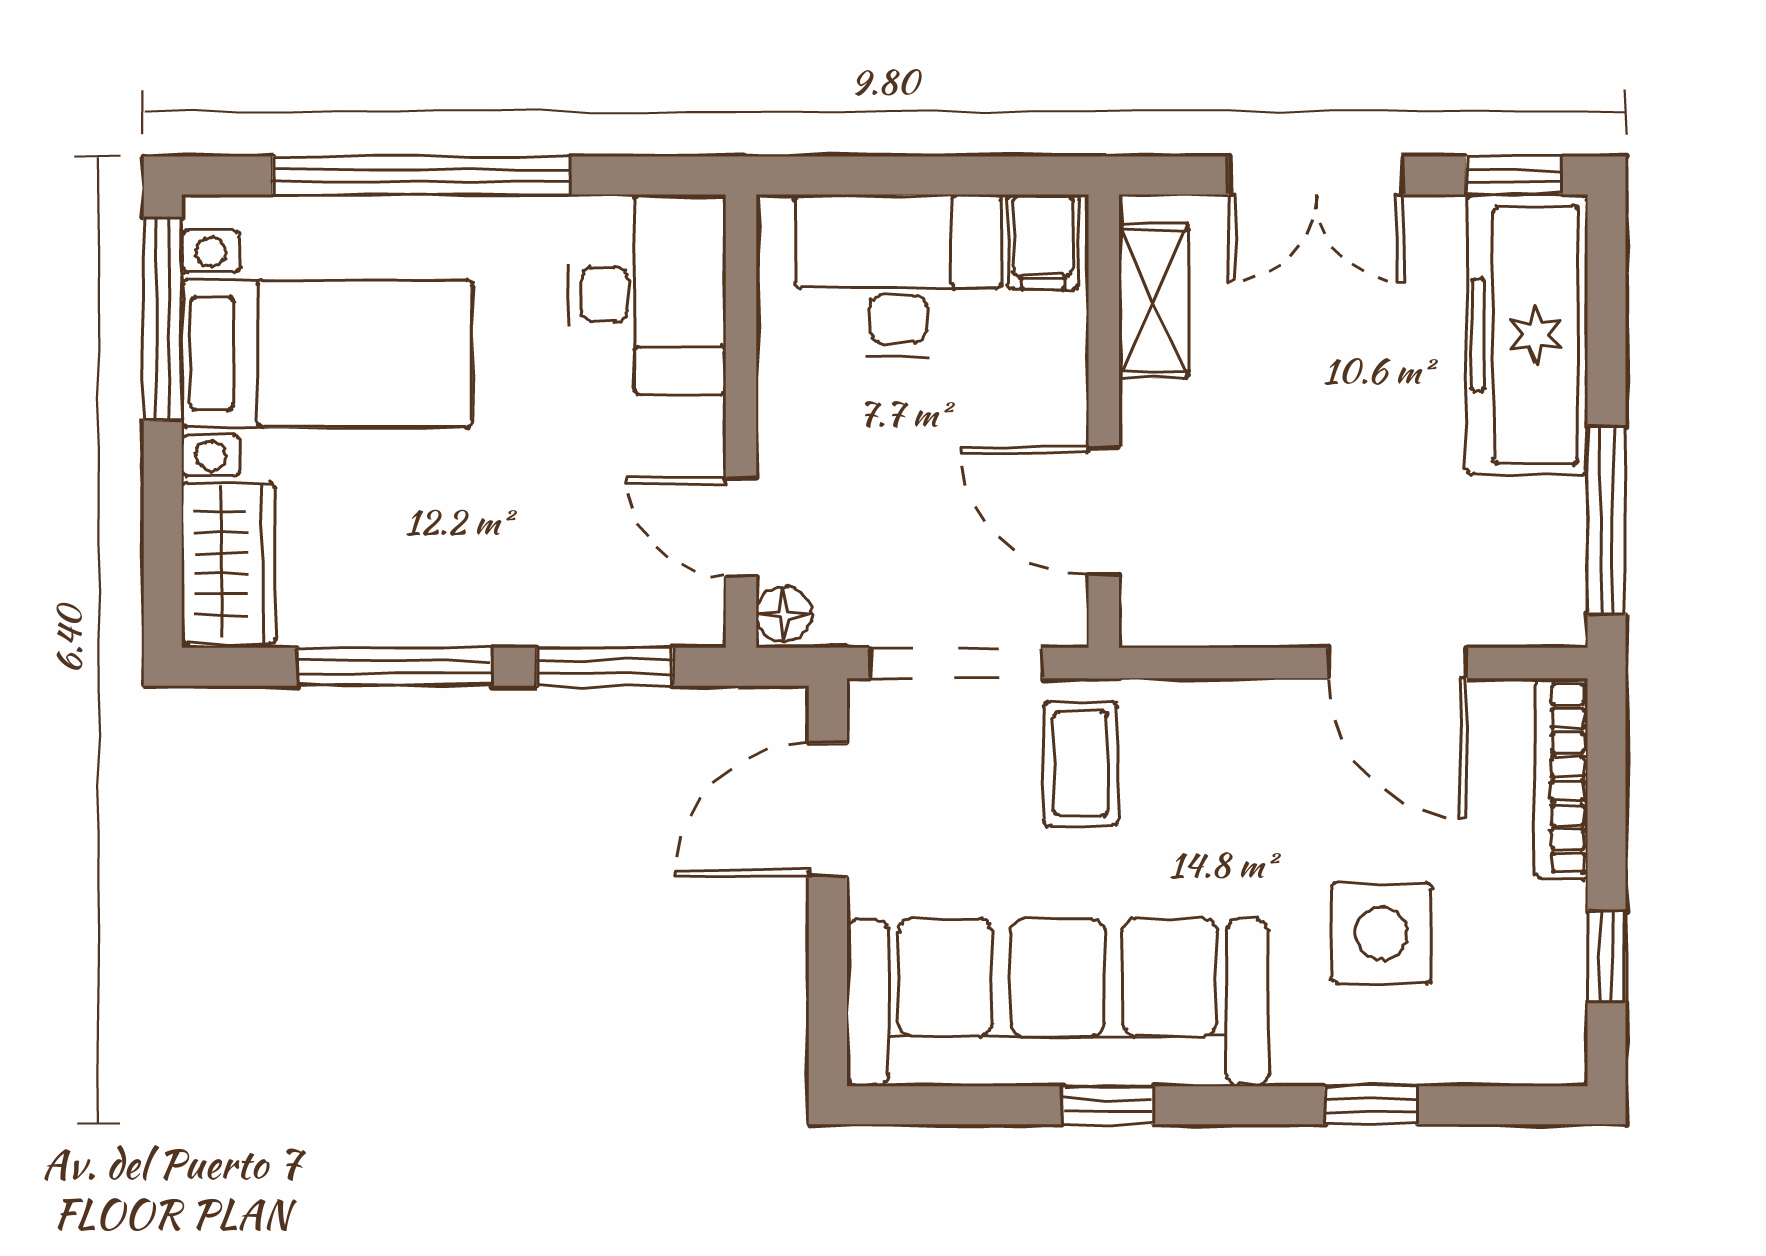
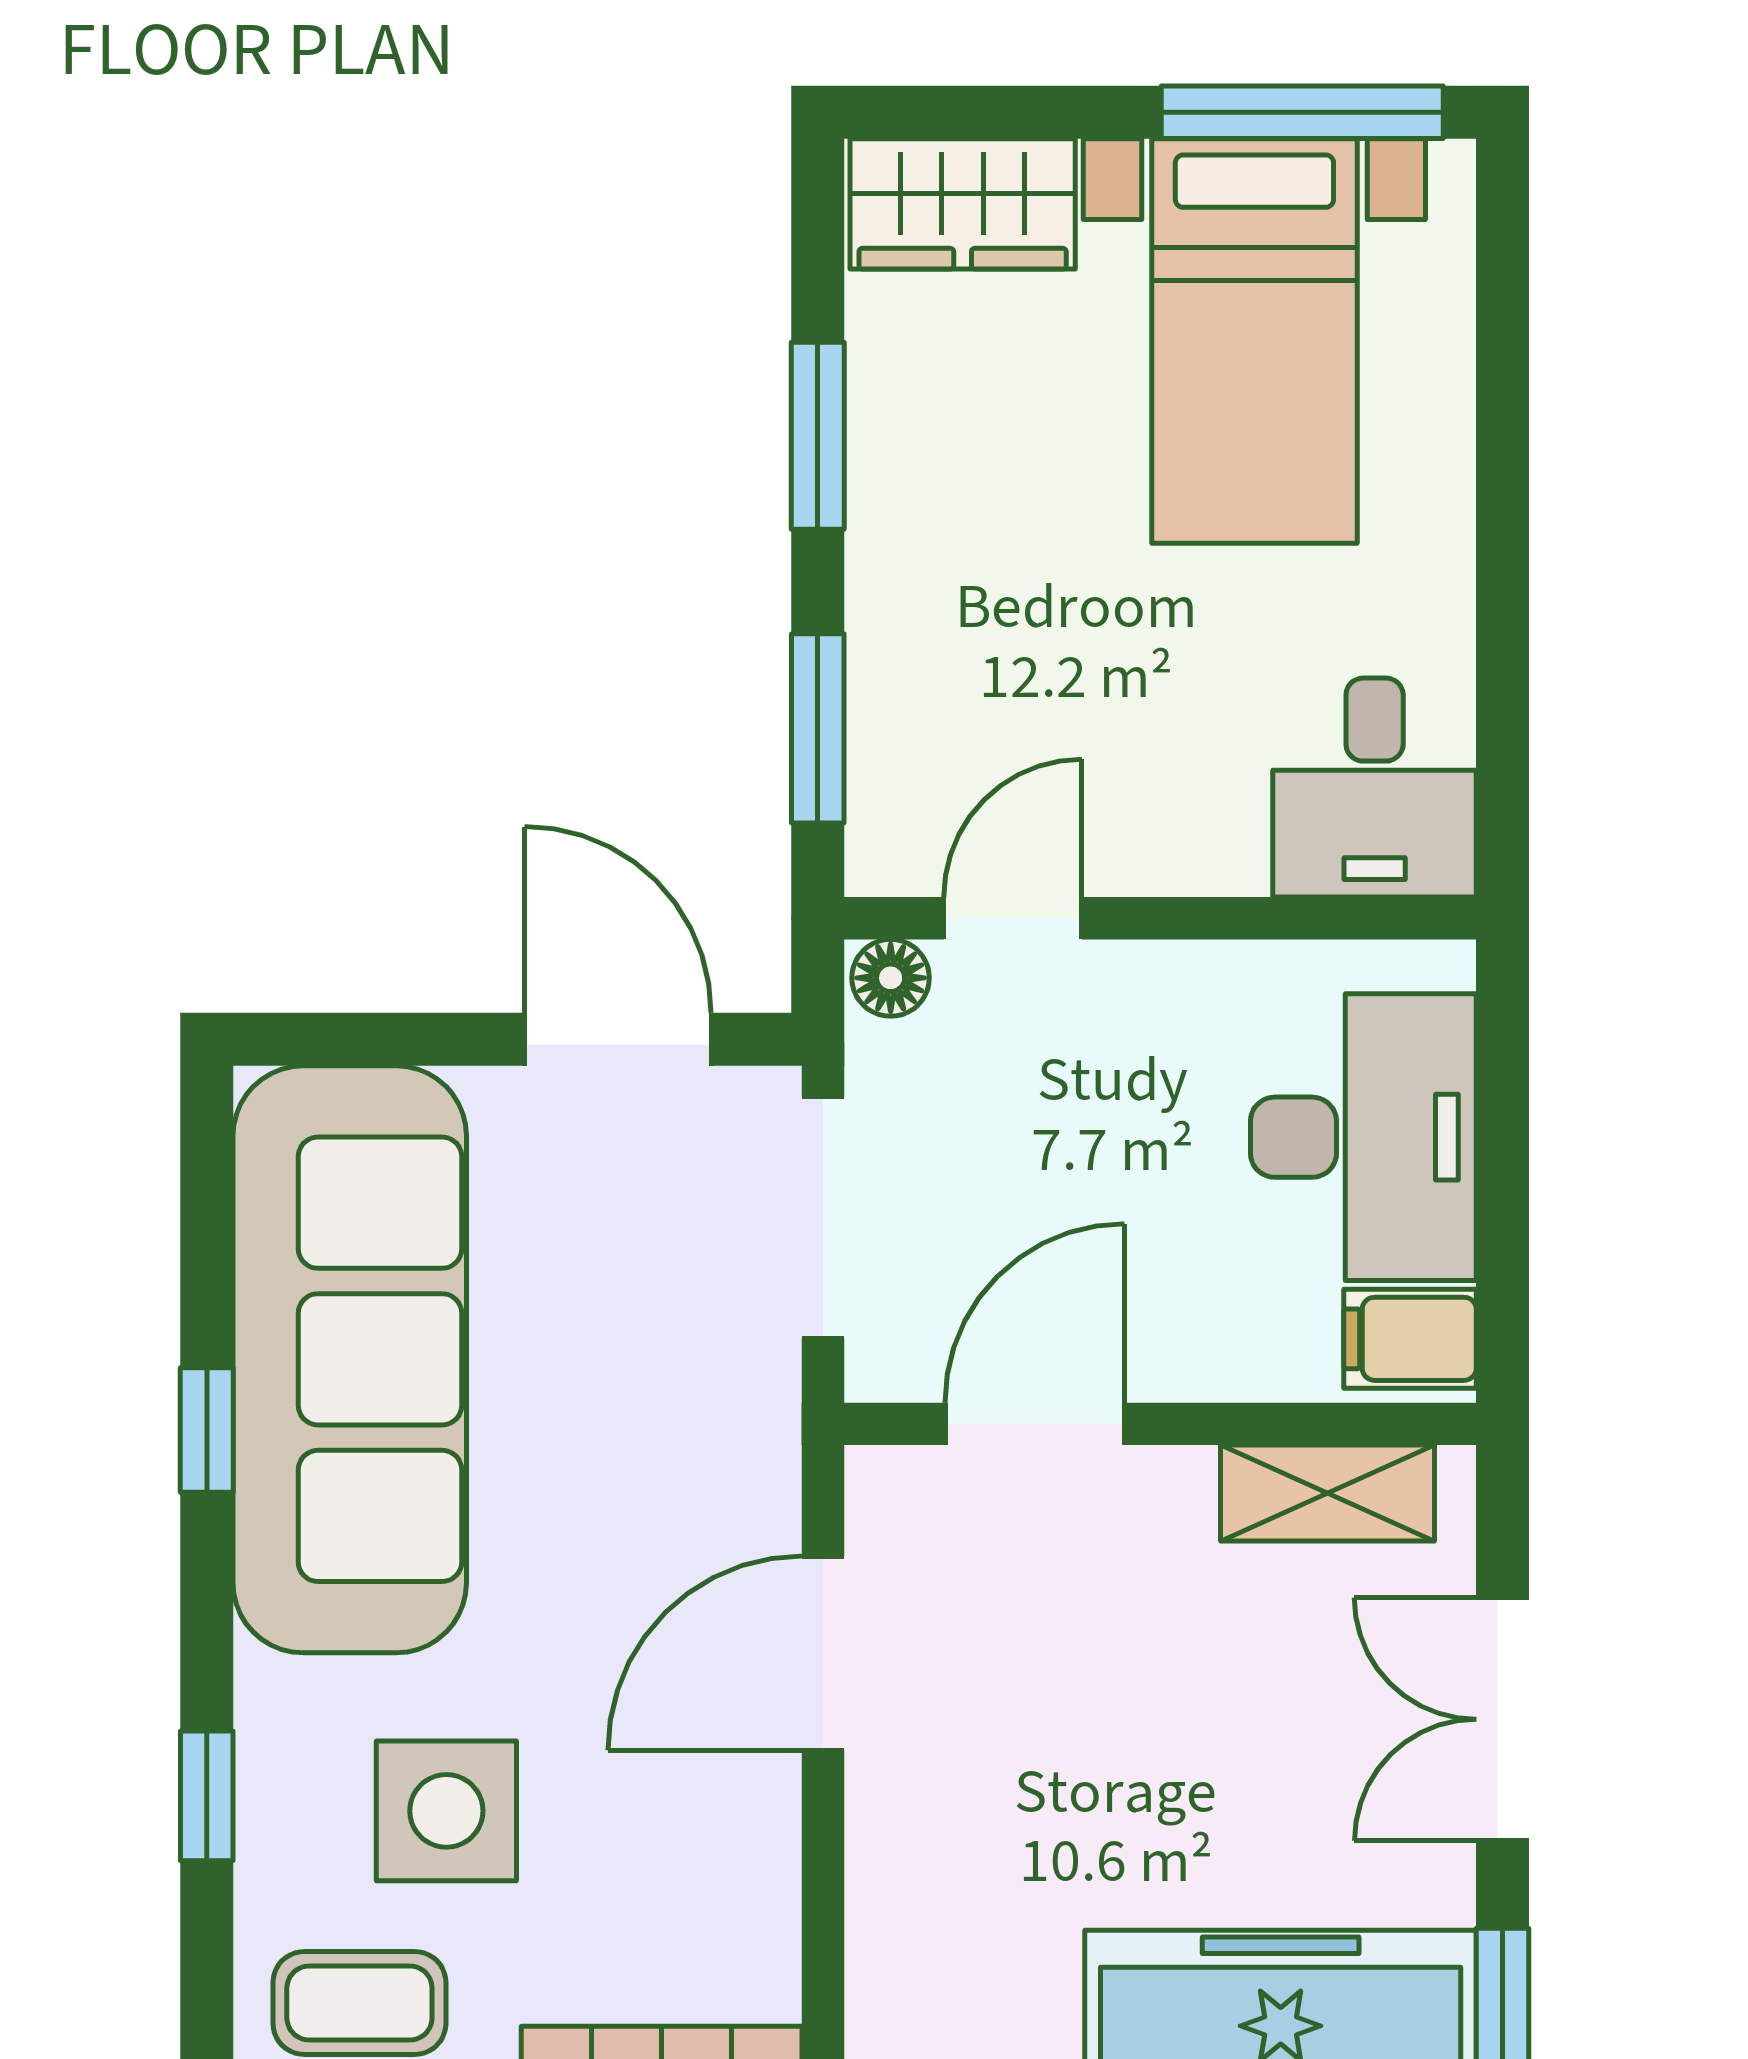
window: (421, 175) -> (1503, 472), removed
desk: (647, 294) -> (1375, 788), width x0.73
door: (1397, 663) -> (823, 1653), moved
window: (395, 667) -> (818, 436), width x0.69
coffee table: (1081, 763) -> (359, 2003), moved

